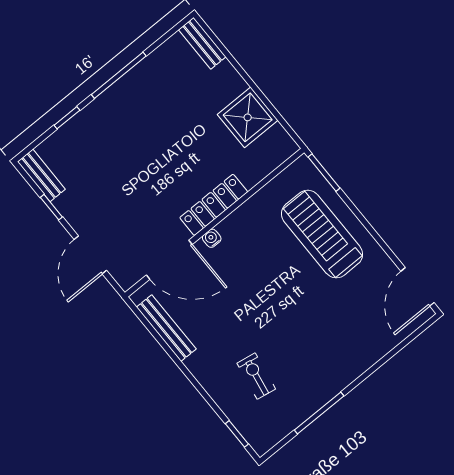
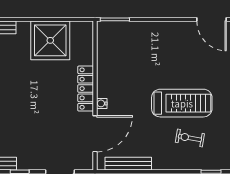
shower: (248, 117) -> (50, 40), width x1.37, depth x1.37
treadmill: (322, 234) -> (182, 103), moved, turned 180

